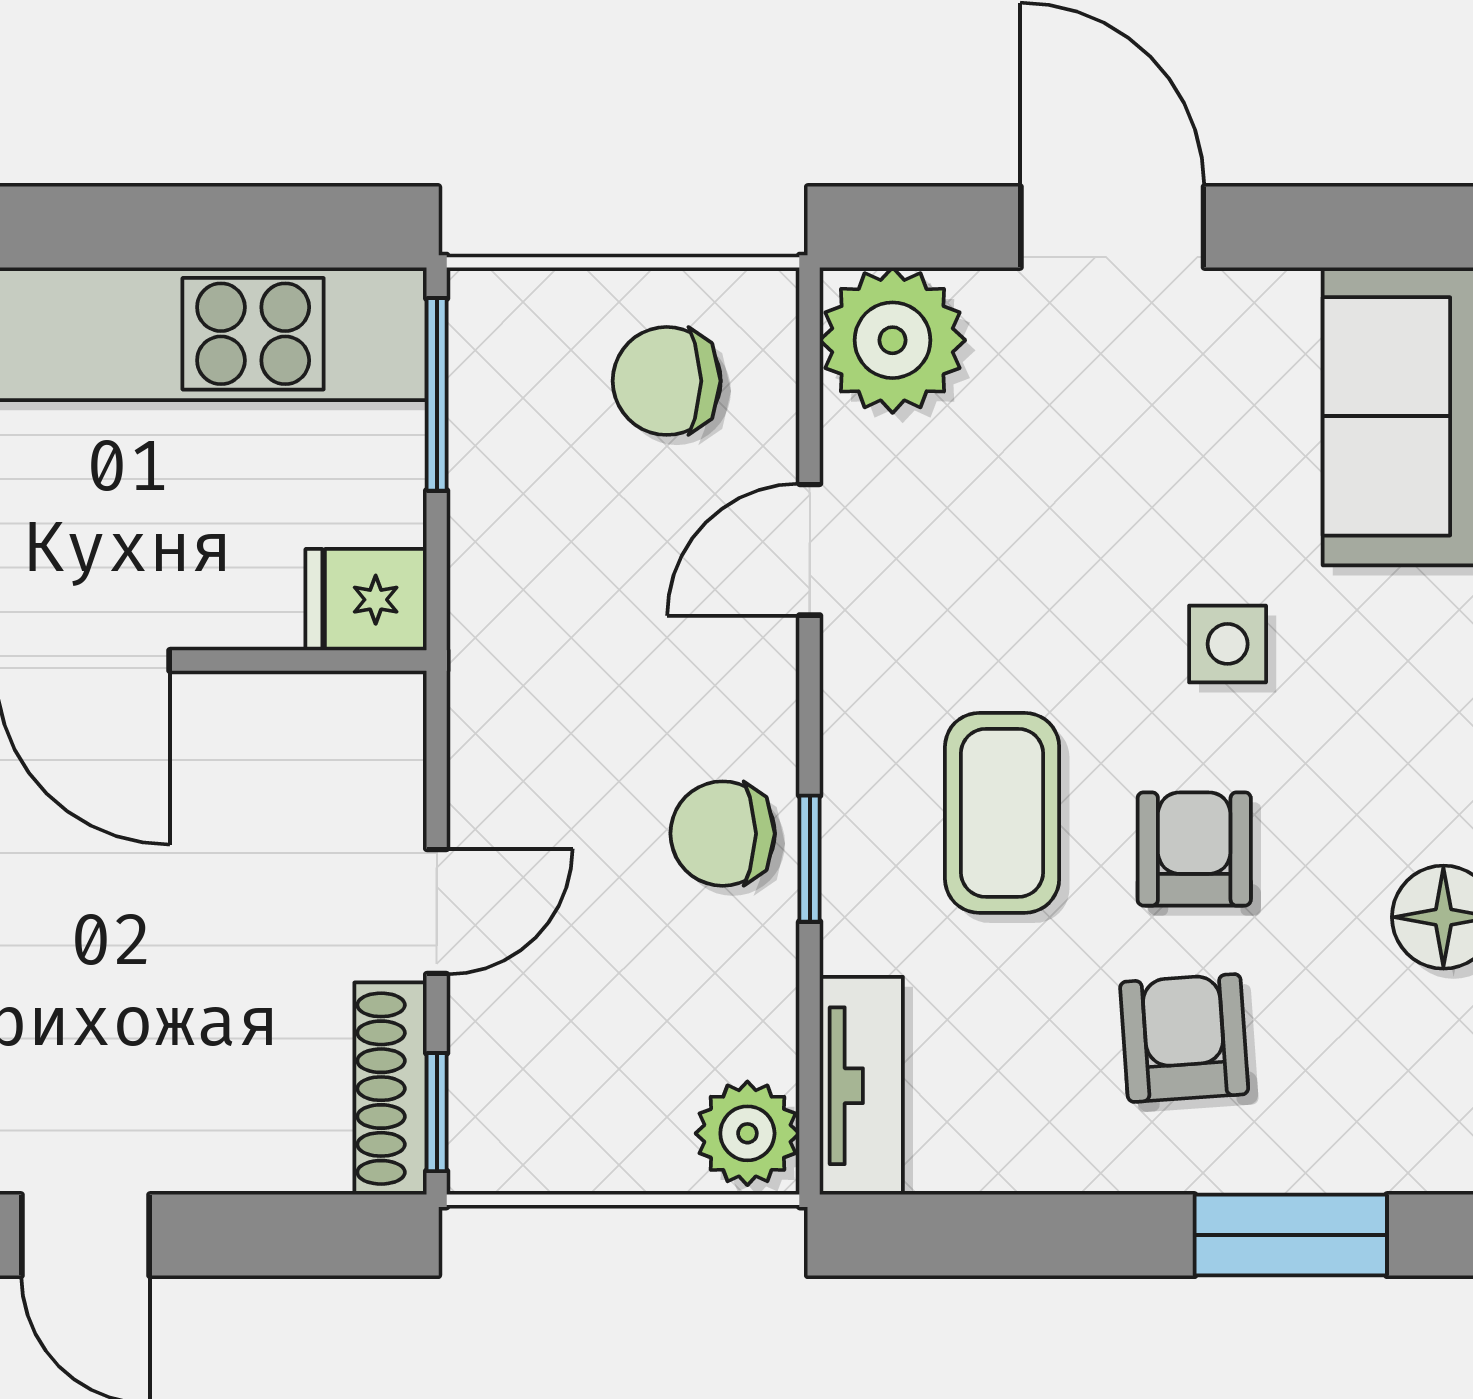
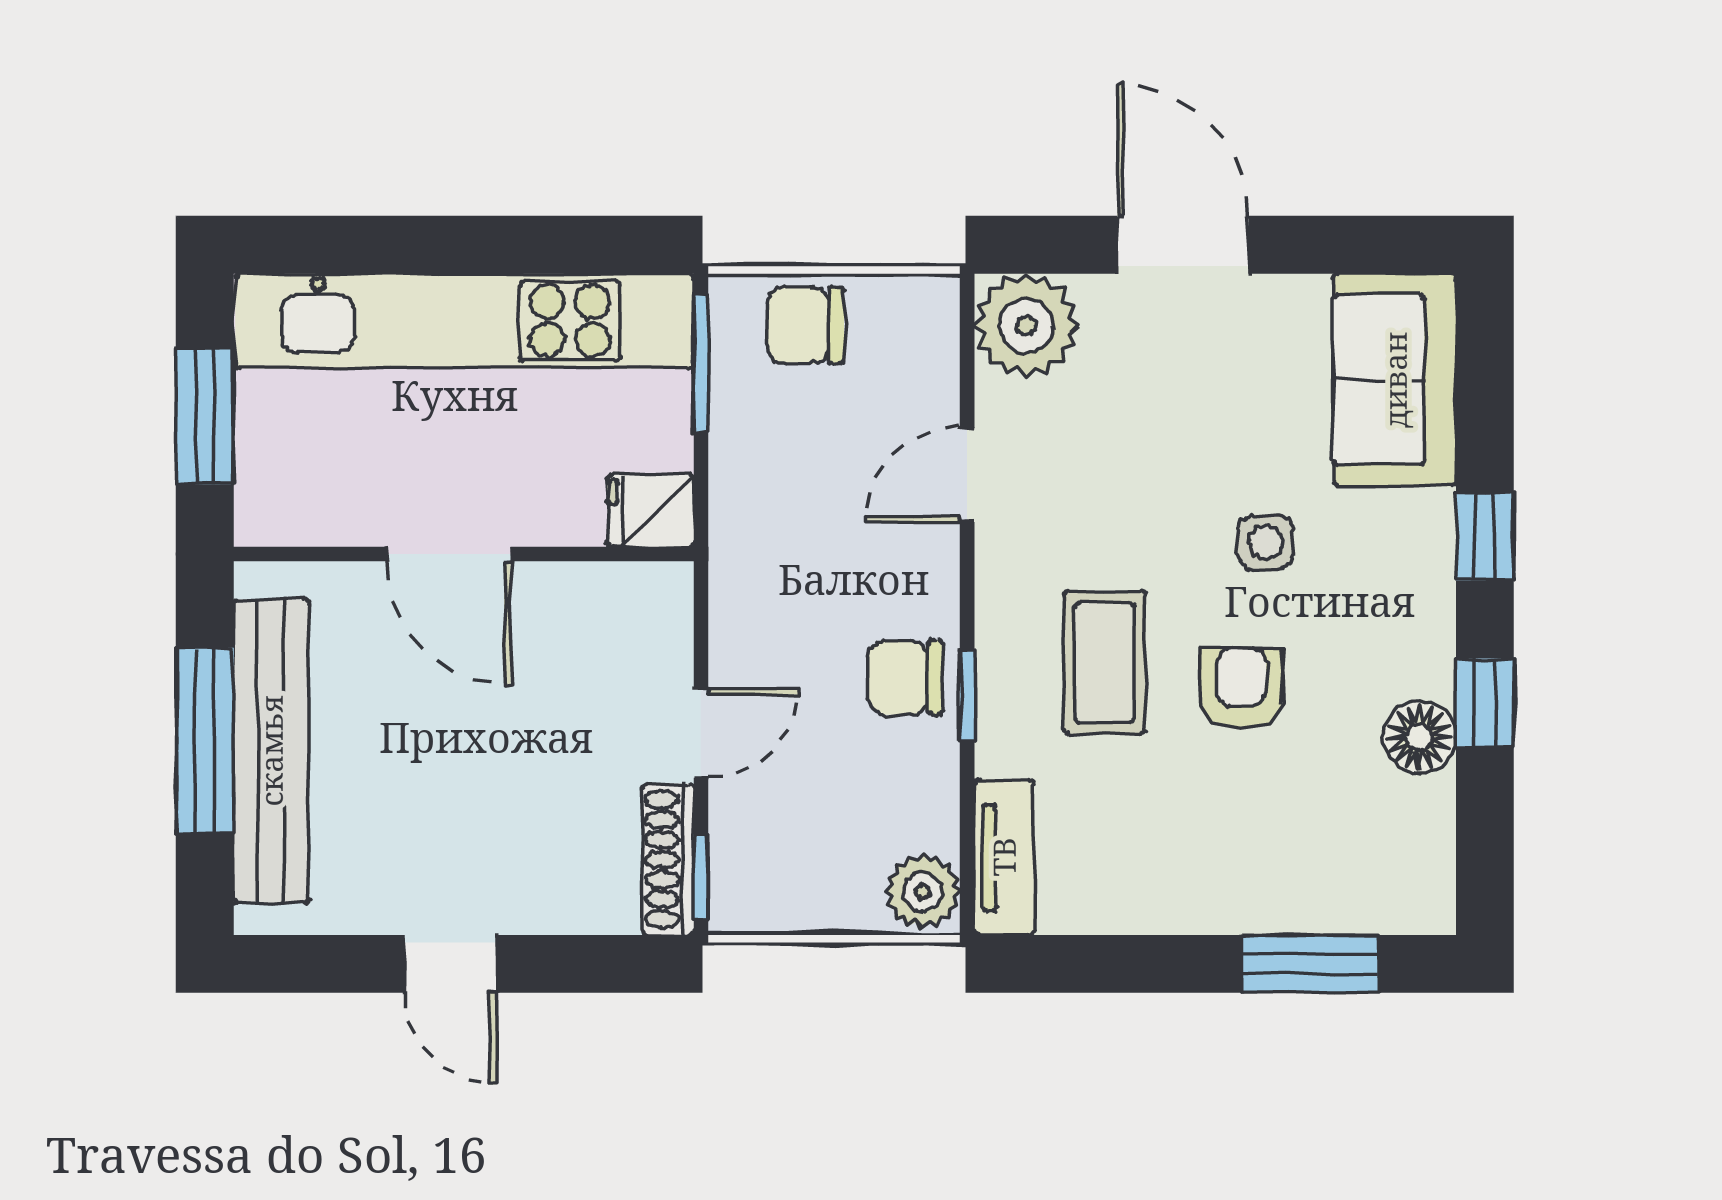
chair: (667, 381) -> (805, 325), moved
armchair: (1184, 1038) -> (1234, 823), removed

